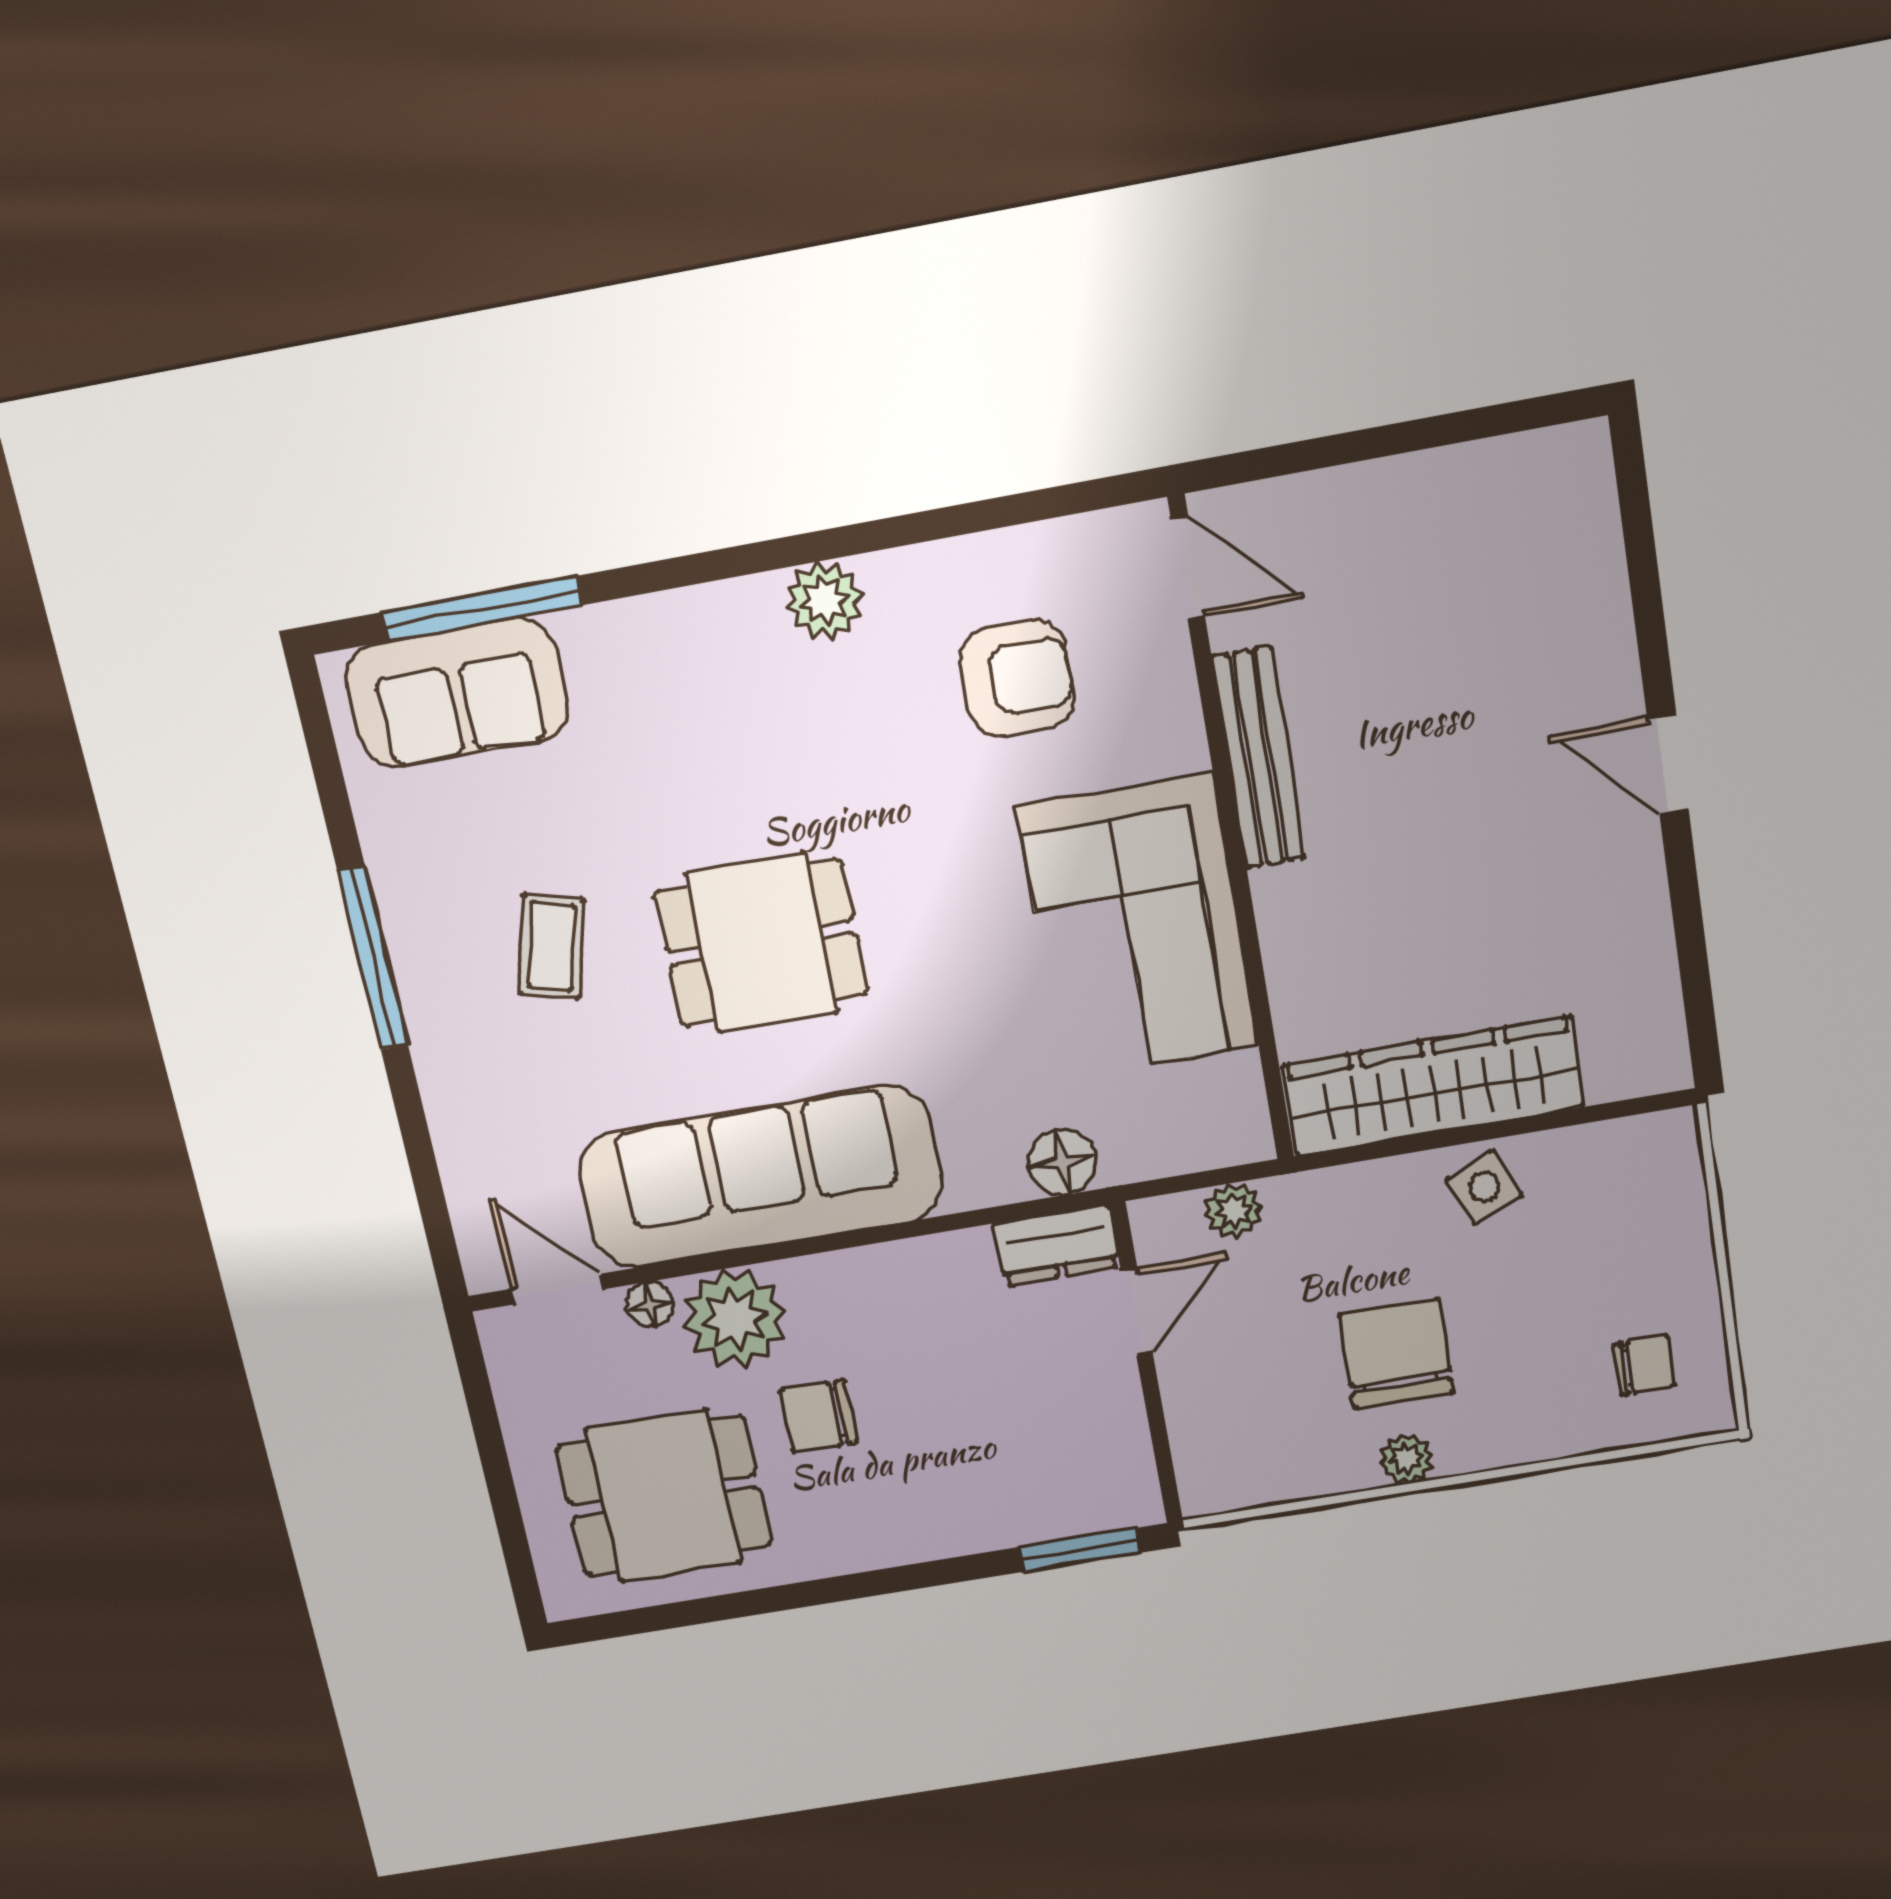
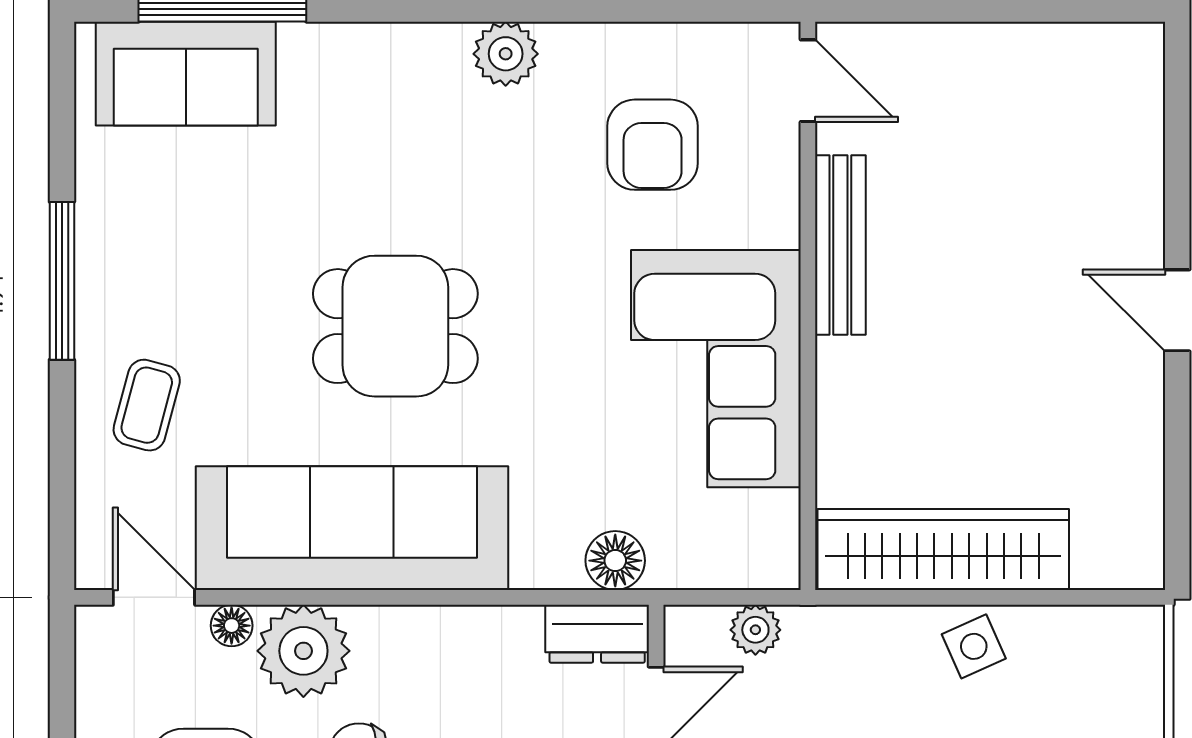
armchair: (1018, 678) -> (653, 145), turned 90
coffee table: (552, 947) -> (147, 405), moved

